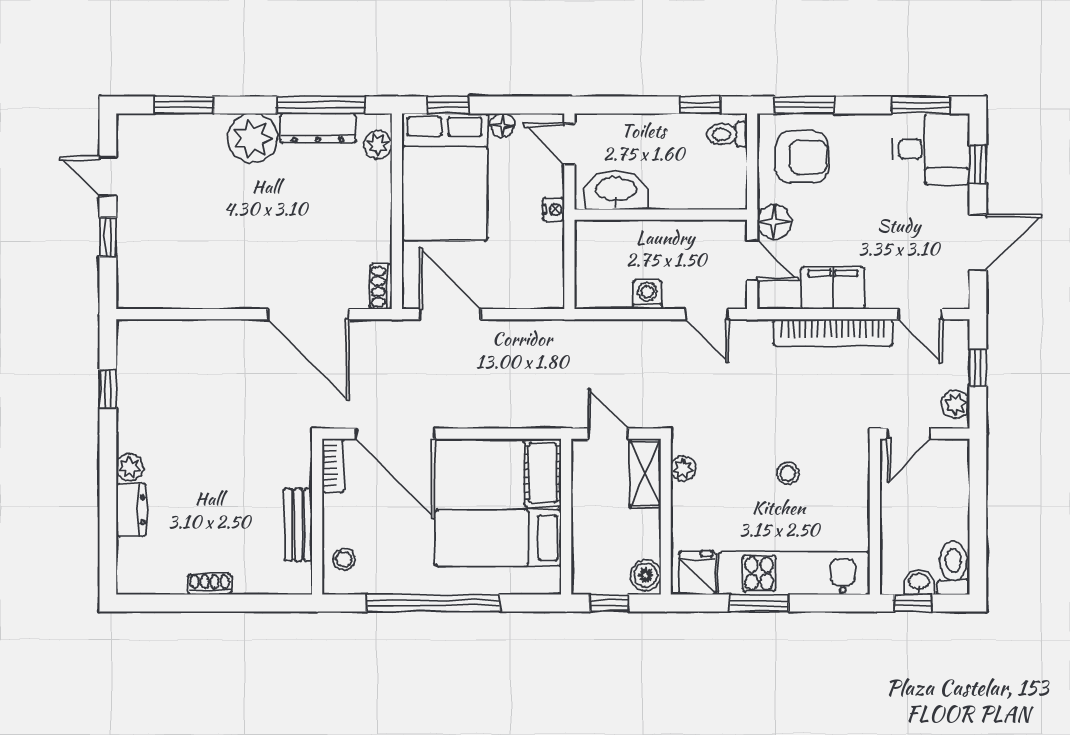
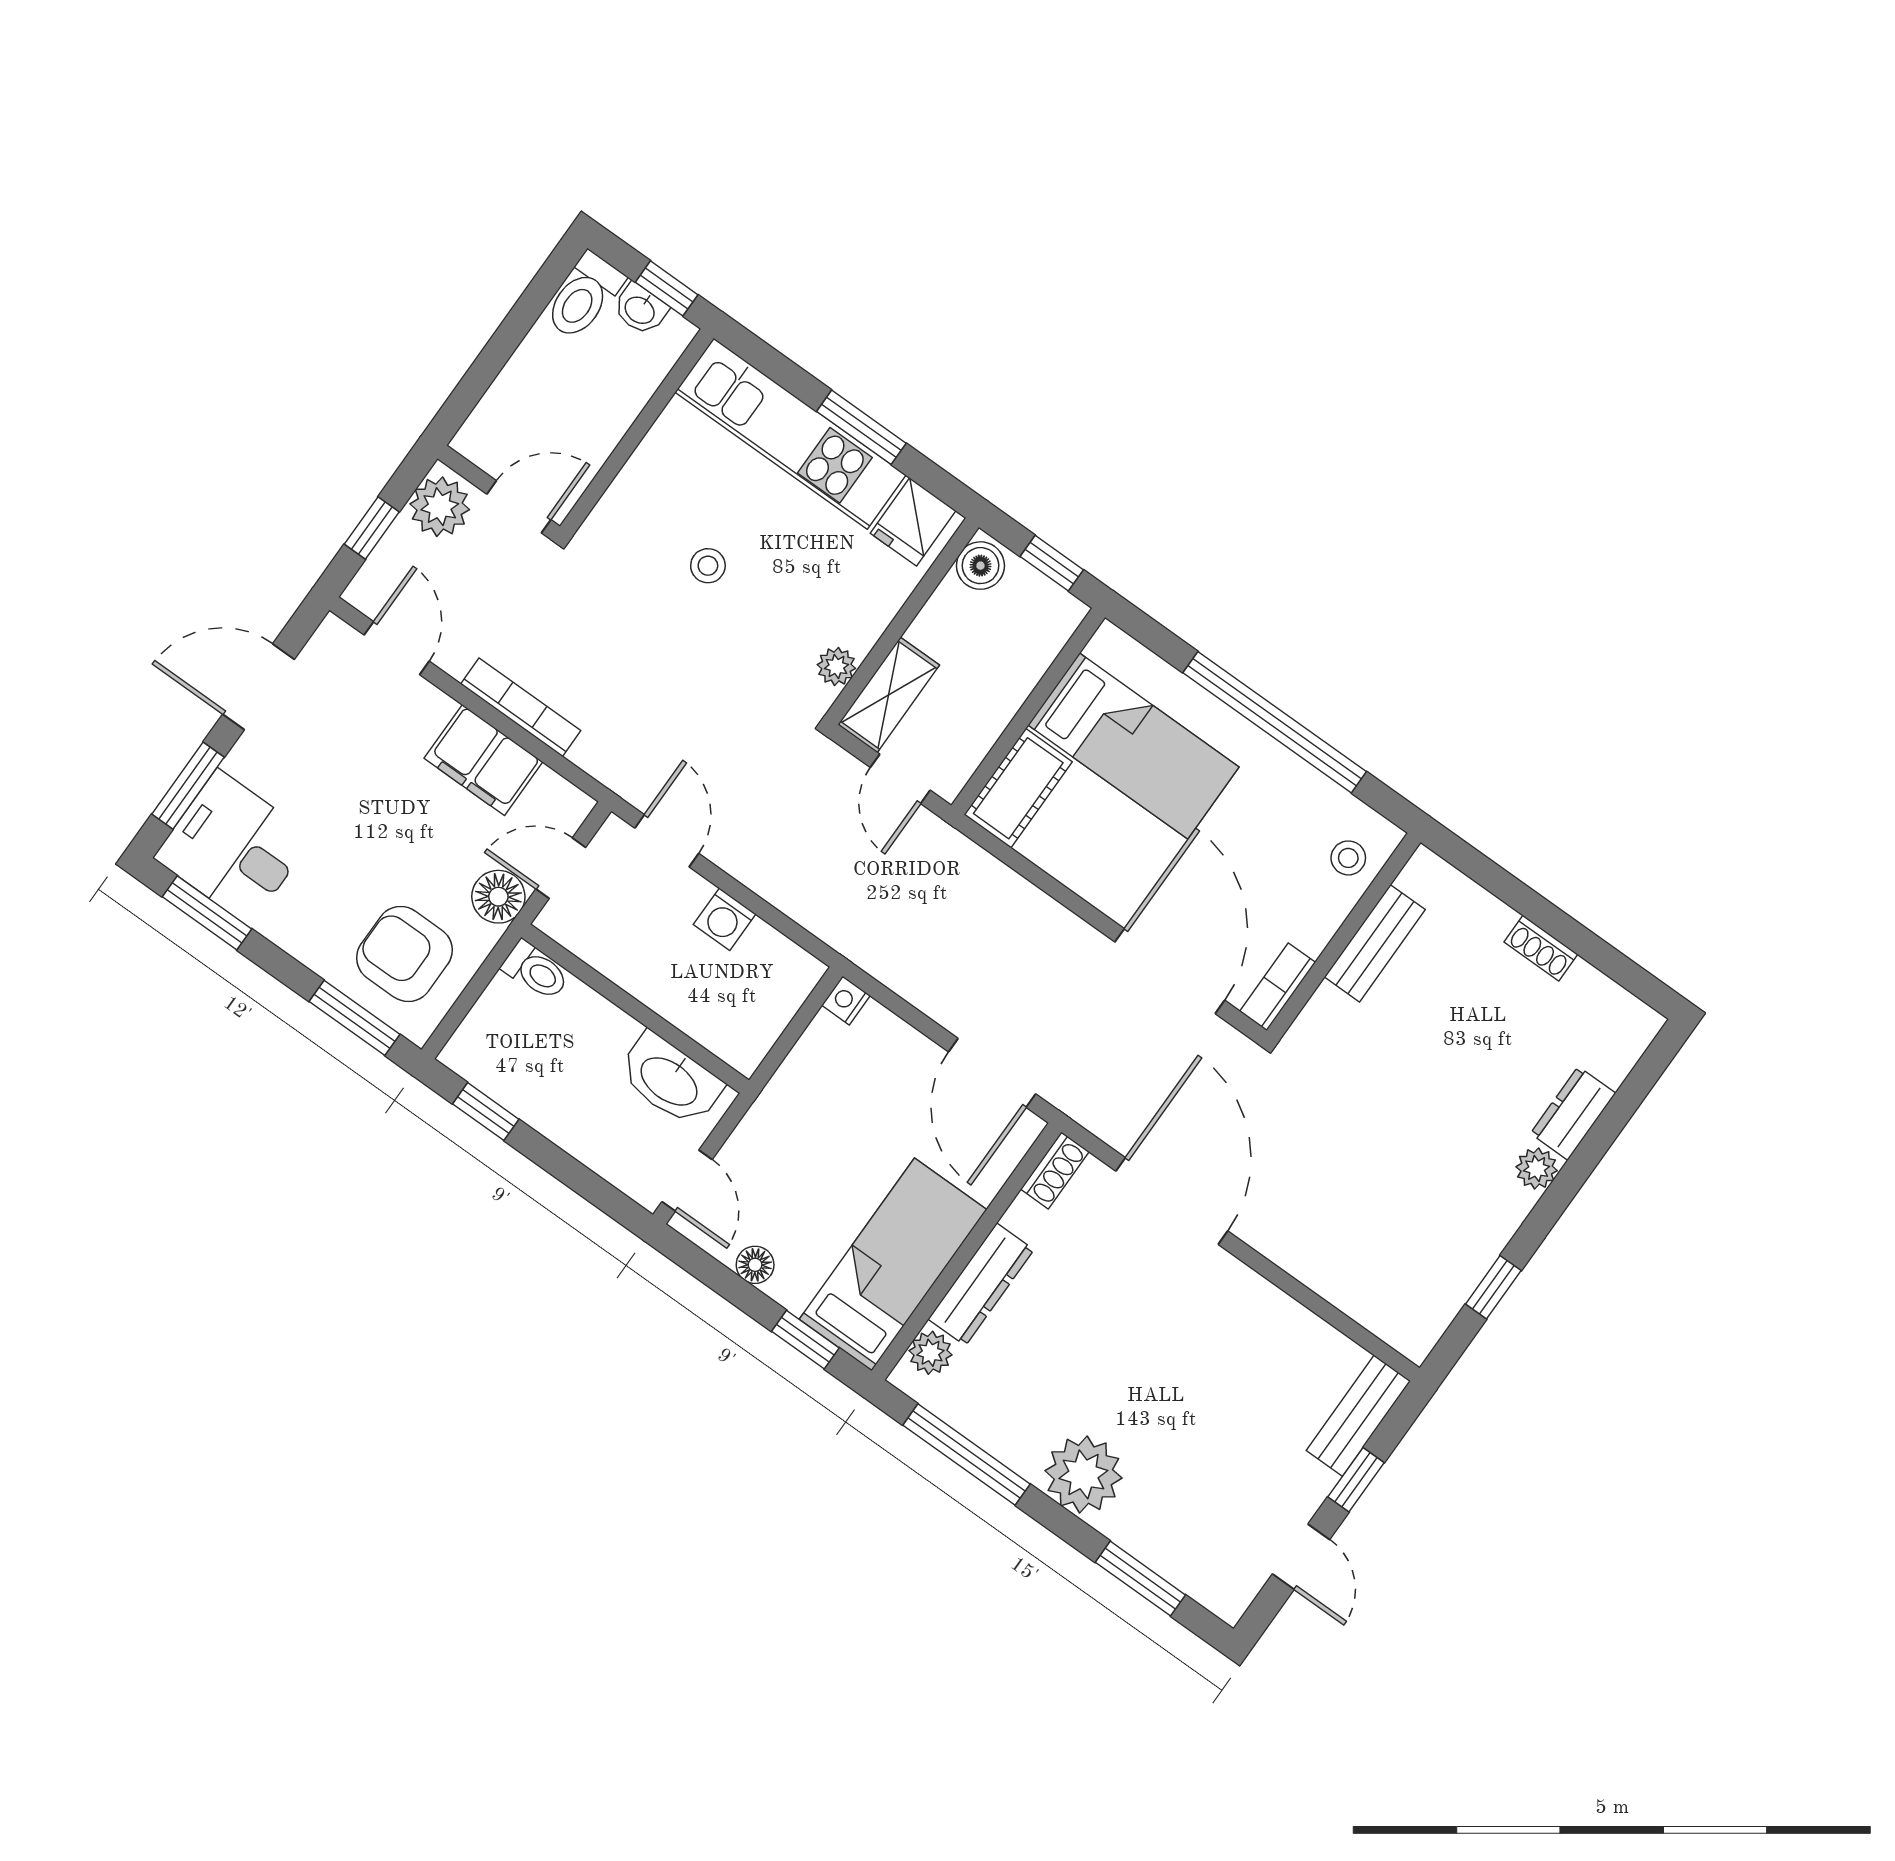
dresser: (318, 128) -> (981, 1284), moved, turned 90
toilet: (727, 134) -> (536, 971), moved
window: (978, 164) -> (188, 786), width x1.50
bed: (445, 177) -> (893, 1264), width x0.67
nightstand: (554, 209) -> (846, 1000), moved
door: (752, 260) -> (561, 868), hinge flipped
bench: (131, 271) -> (1358, 1416), added
bookcase: (833, 333) -> (521, 707), width x0.68, depth x0.76
plant: (956, 404) -> (440, 507), width x1.38, depth x1.38

